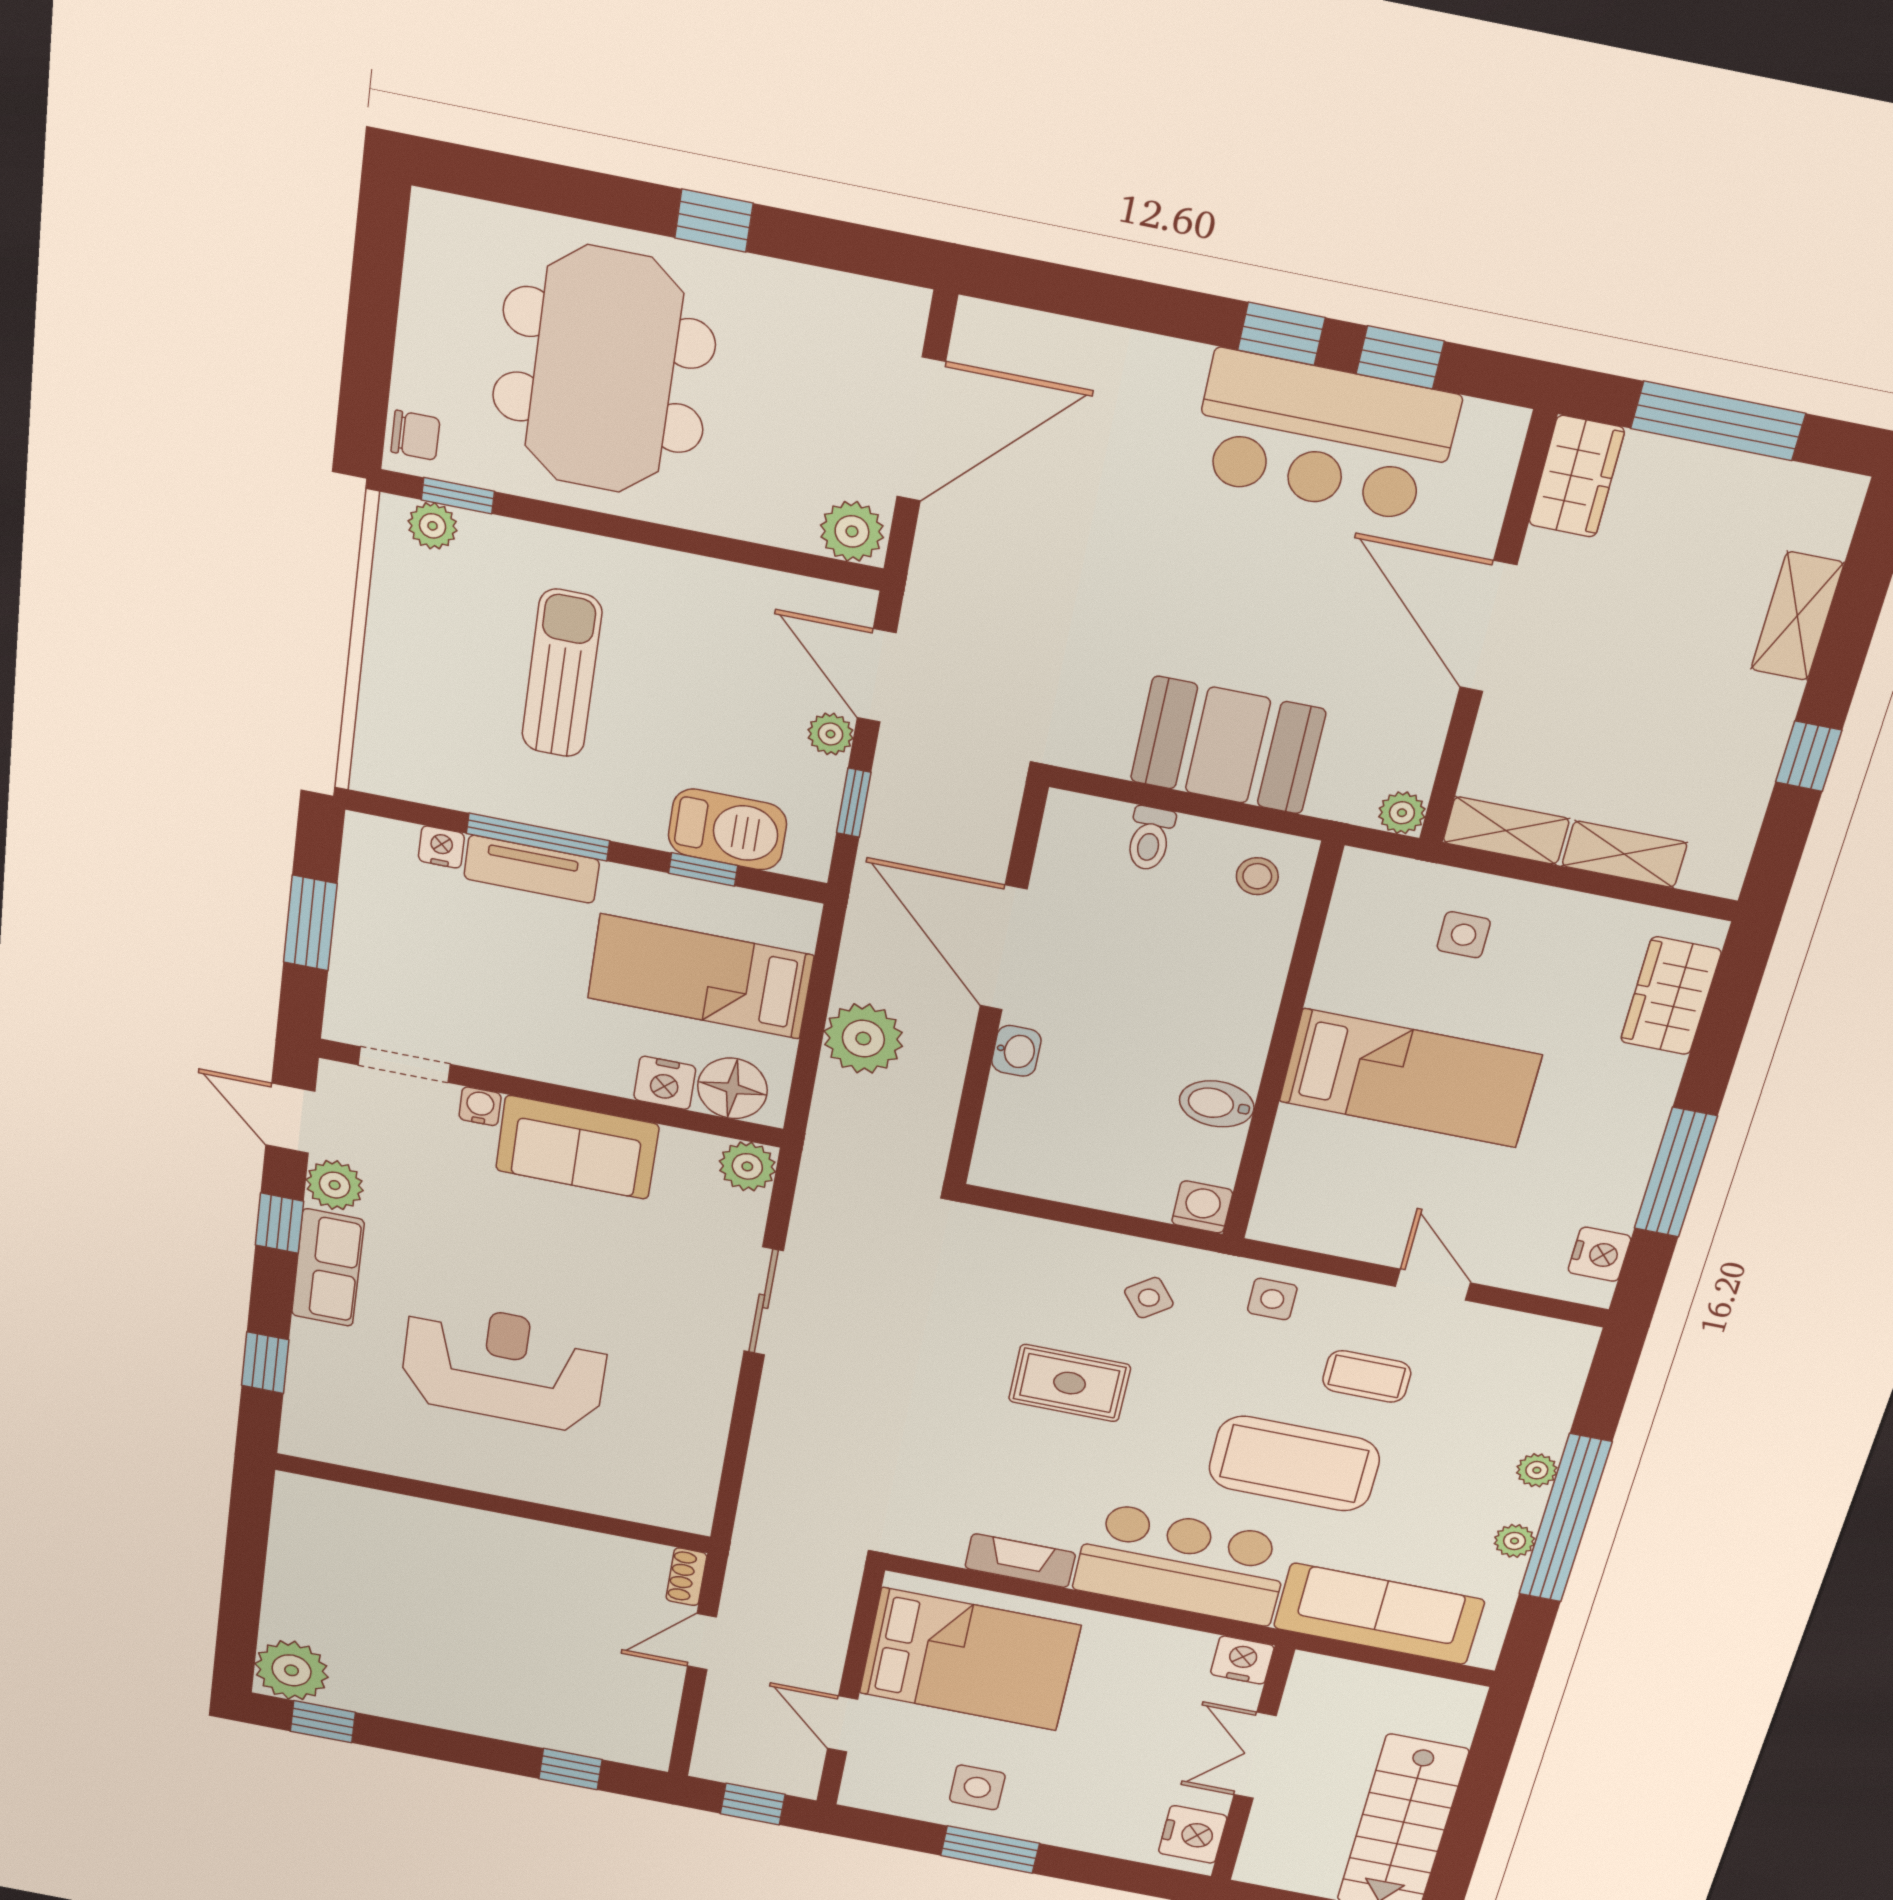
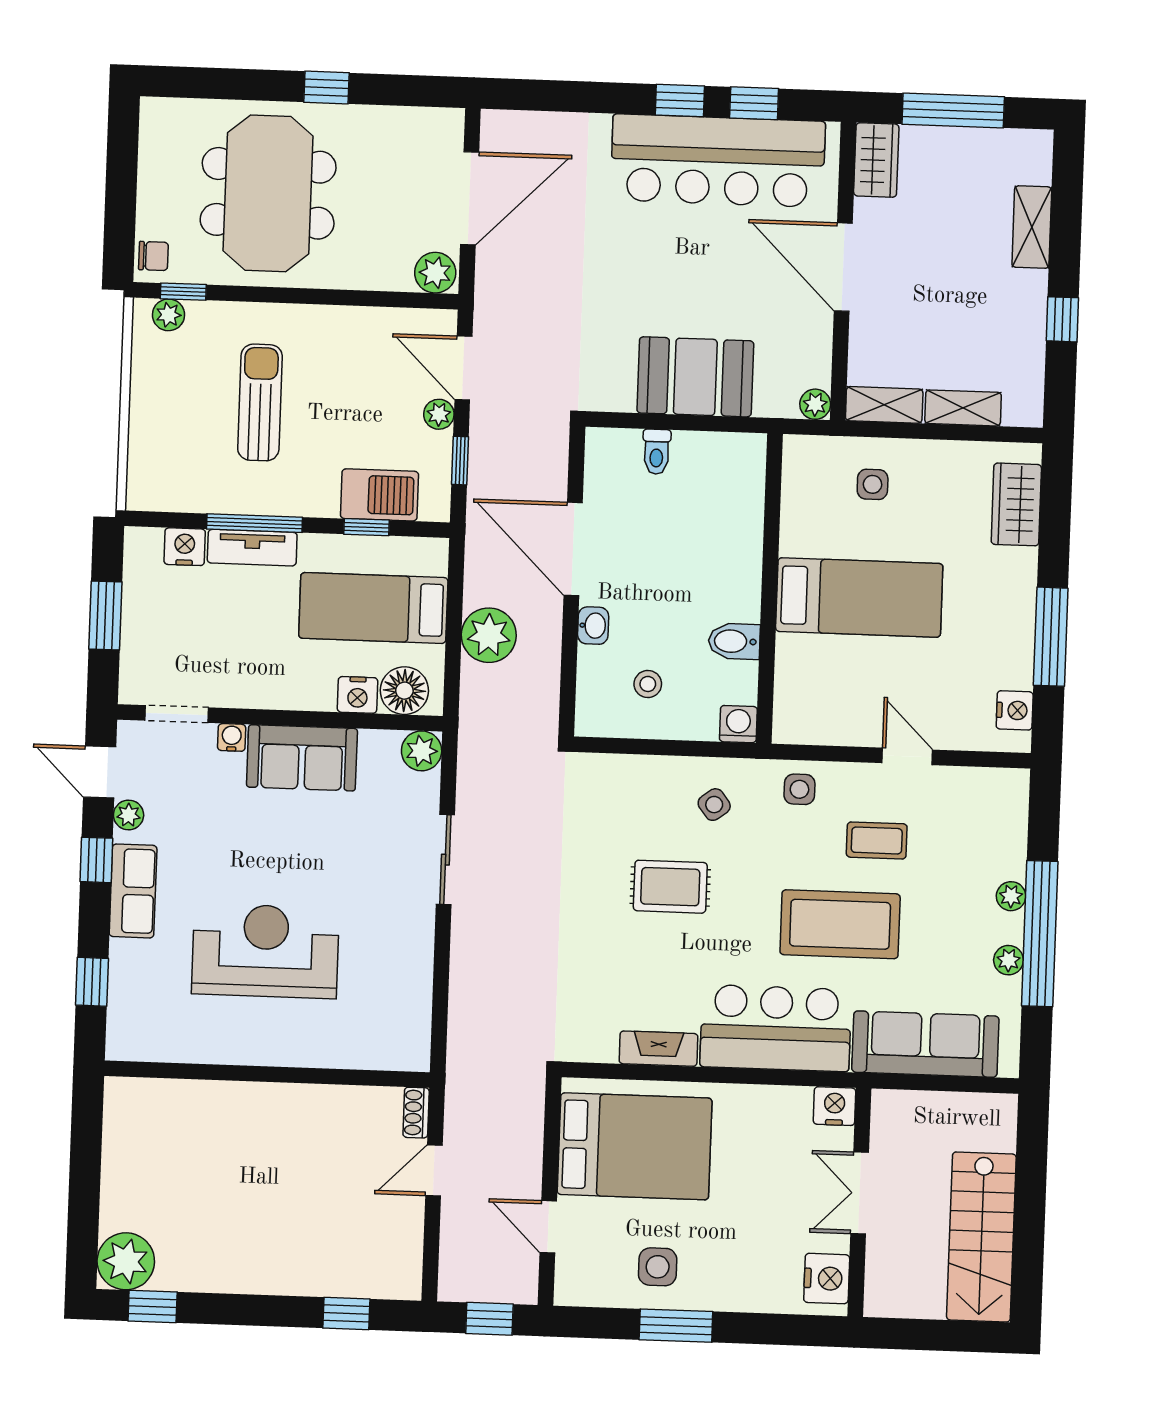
bar counter: (1324, 436) -> (718, 161), width x1.36
nightstand: (441, 847) -> (185, 547), width x1.39, depth x1.35
stool: (1257, 876) -> (648, 684), moved
plant: (335, 1185) -> (129, 815), width x0.73, depth x0.73

